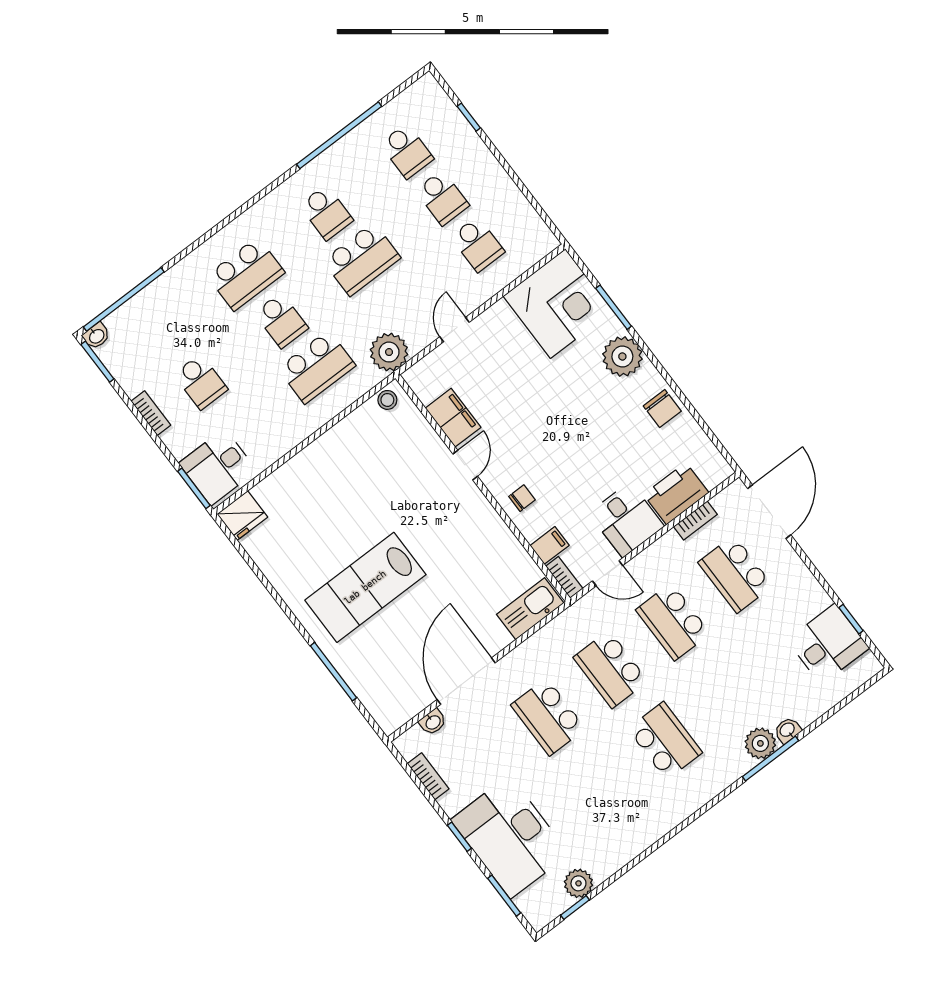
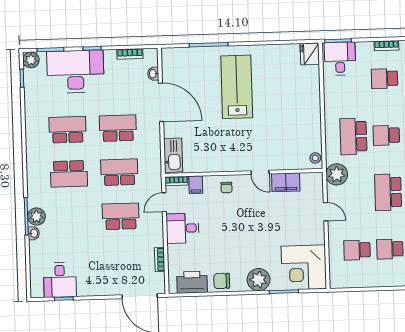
printer: (676, 494) -> (192, 282), moved, turned -90
school desk: (735, 574) -> (67, 130), moved
plant: (578, 883) -> (31, 60), moved

